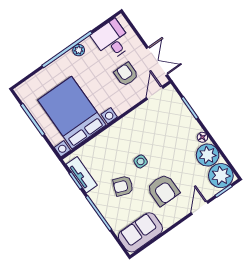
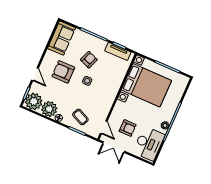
desk: (112, 40) -> (149, 144), width x1.37
coffee table: (175, 122) -> (80, 117), added

